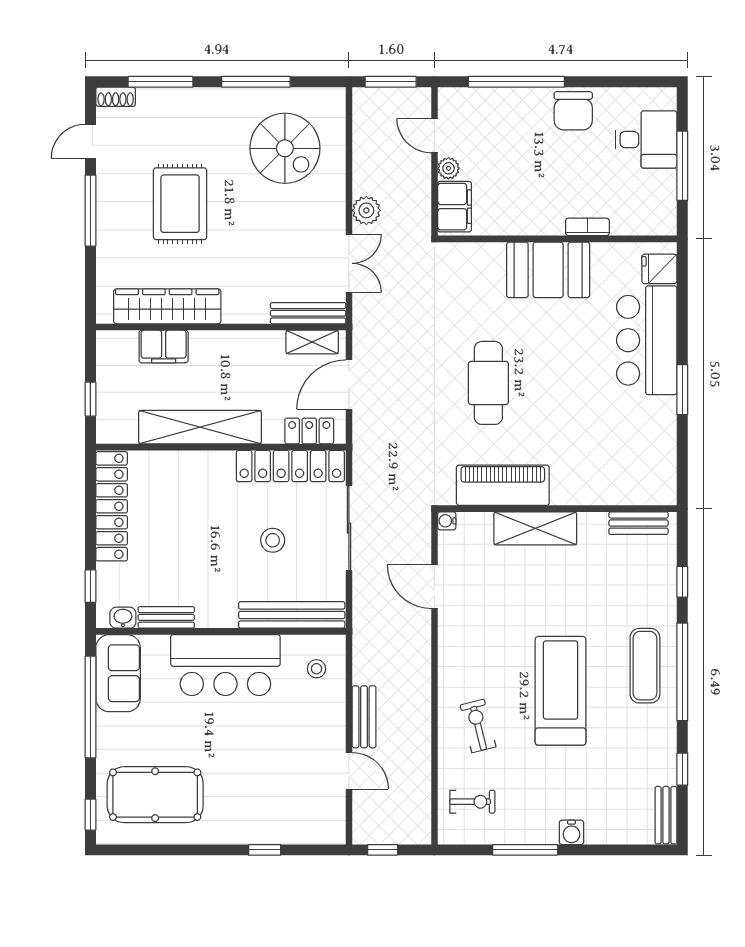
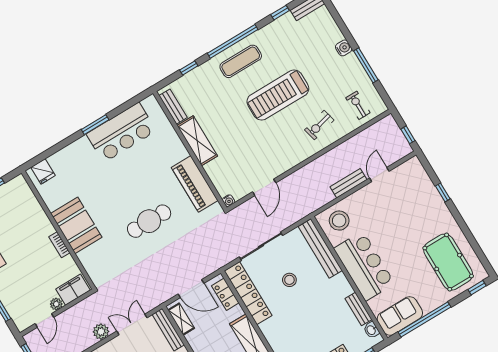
bookcase: (587, 227) -> (59, 245), moved
bar counter: (647, 340) -> (121, 132), moved
shelving: (535, 528) -> (197, 141), moved
stool: (316, 669) -> (339, 221), width x1.89, depth x1.89

